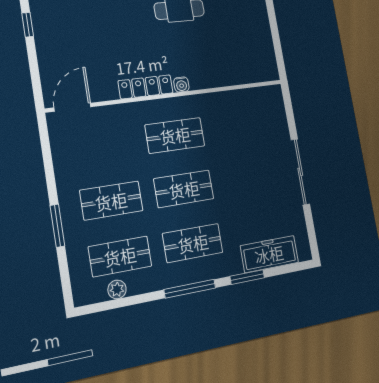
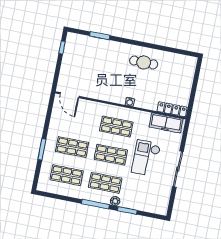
locker: (146, 87) -> (172, 109), moved
door: (73, 107) -> (69, 95), swing flipped
checkout: (244, 172) -> (146, 158), added
freezer: (269, 254) -> (166, 123), moved, turned 180
plant: (117, 289) -> (115, 201), moved

